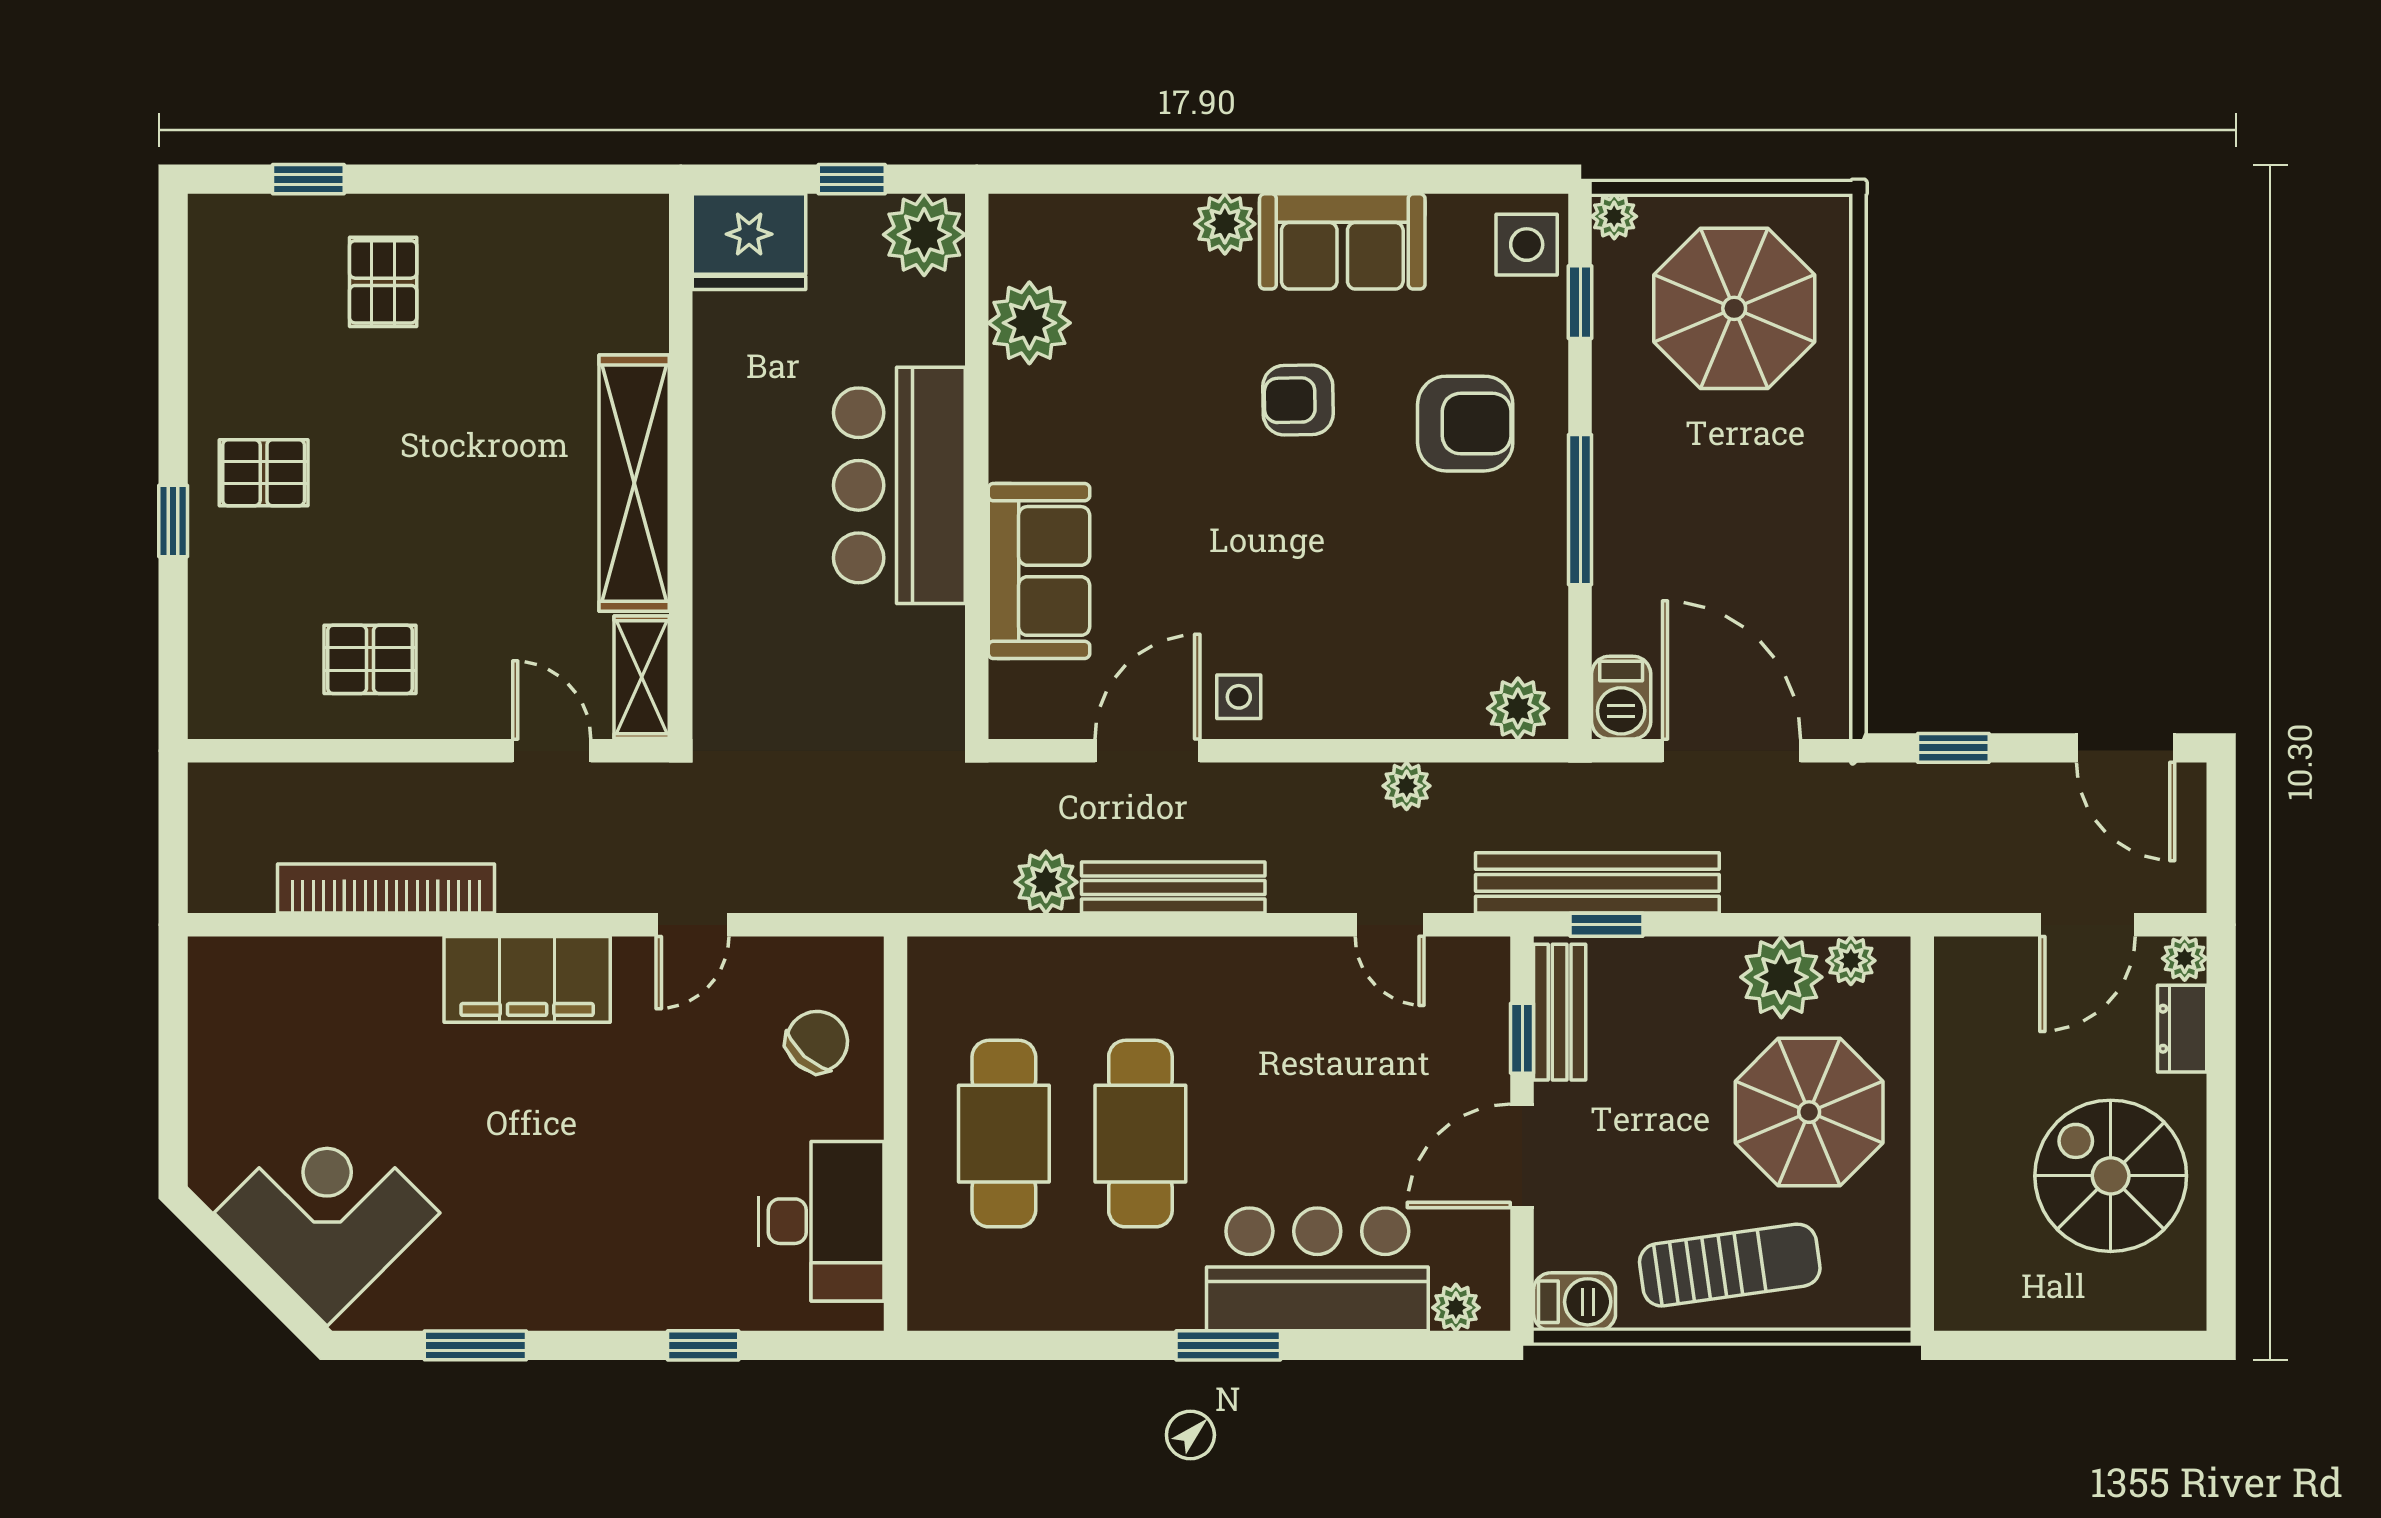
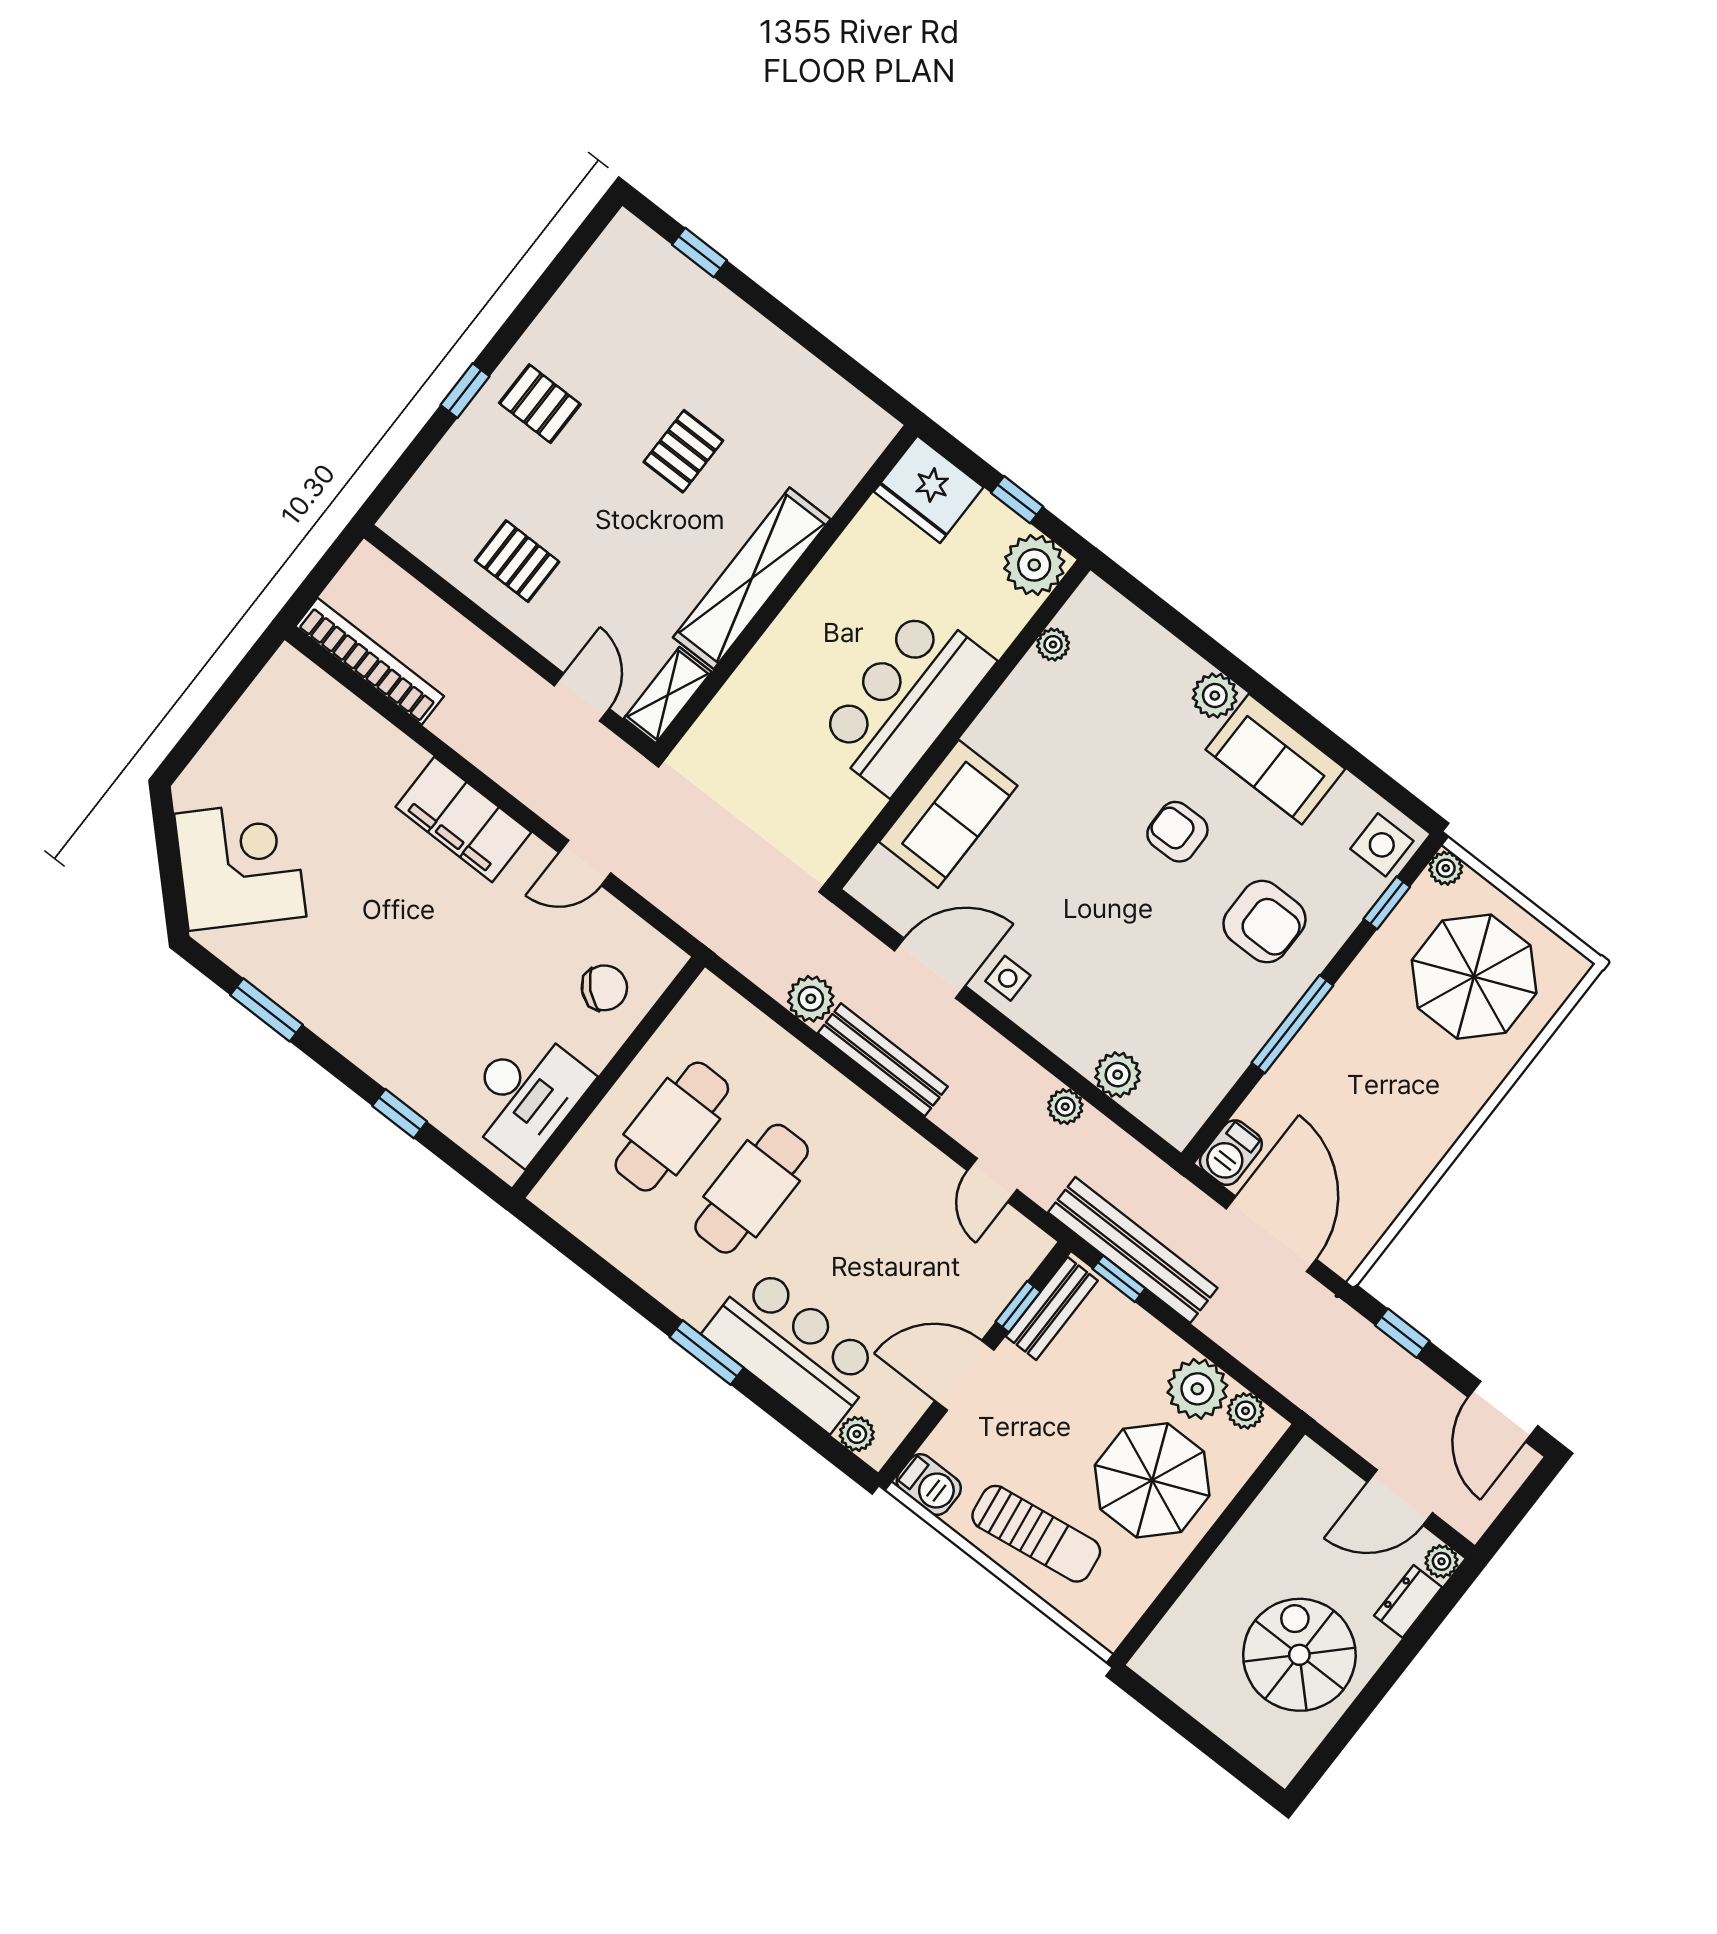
pallet: (383, 282) -> (683, 451), moved
plant: (1029, 323) -> (1053, 644), width x0.53, depth x0.53
plant: (1518, 708) -> (1118, 1075), moved
bookcase: (386, 889) -> (370, 661), moved

